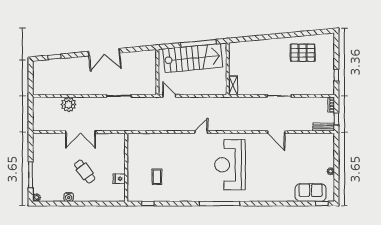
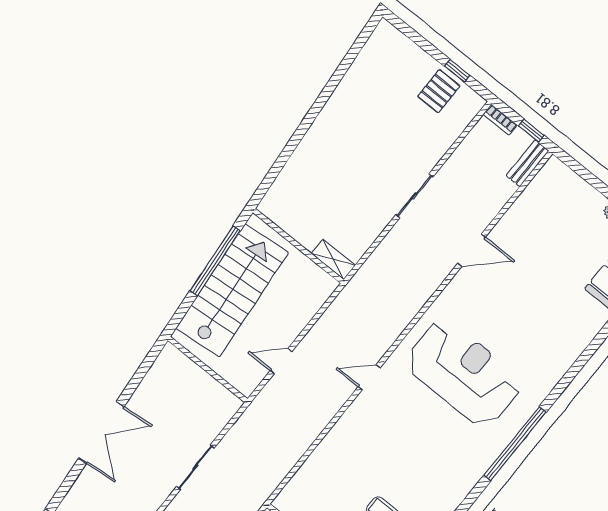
pallet: (303, 53) -> (439, 91), moved, width x0.67, depth x0.71
door: (169, 96) -> (281, 361), moved
door: (201, 132) -> (369, 377), hinge flipped
reception desk: (230, 165) -> (464, 373), turned 180

